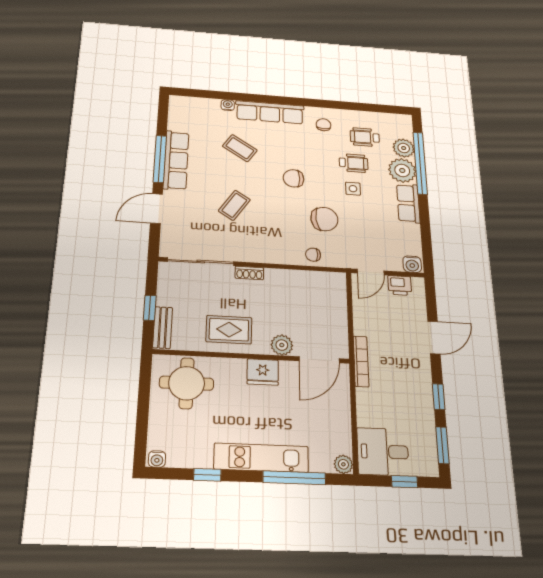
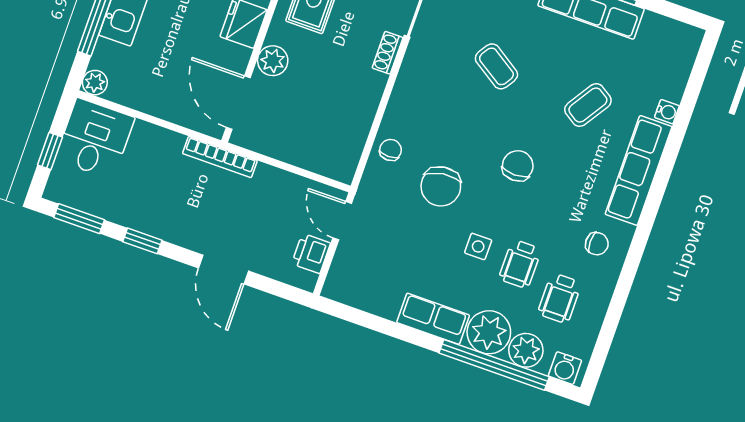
wheelchair: (365, 137) -> (560, 298), turned 180
water cooler: (412, 264) -> (565, 368), moved, turned -90

